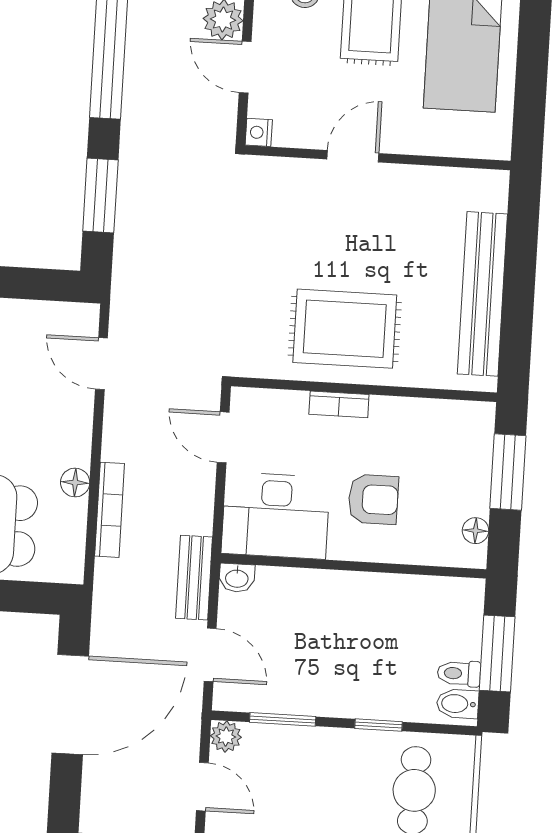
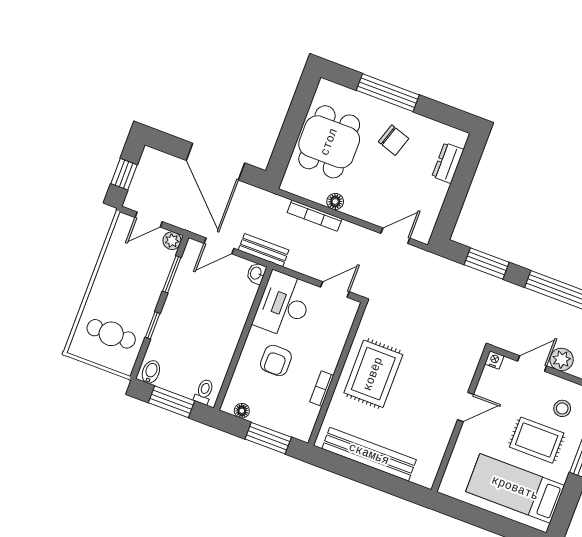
door: (353, 156) -> (466, 407), hinge flipped
bookcase: (339, 404) -> (322, 389), moved
toilet: (459, 673) -> (204, 392), moved

